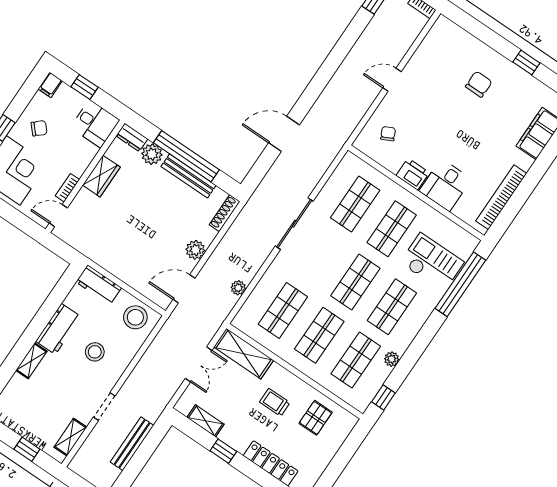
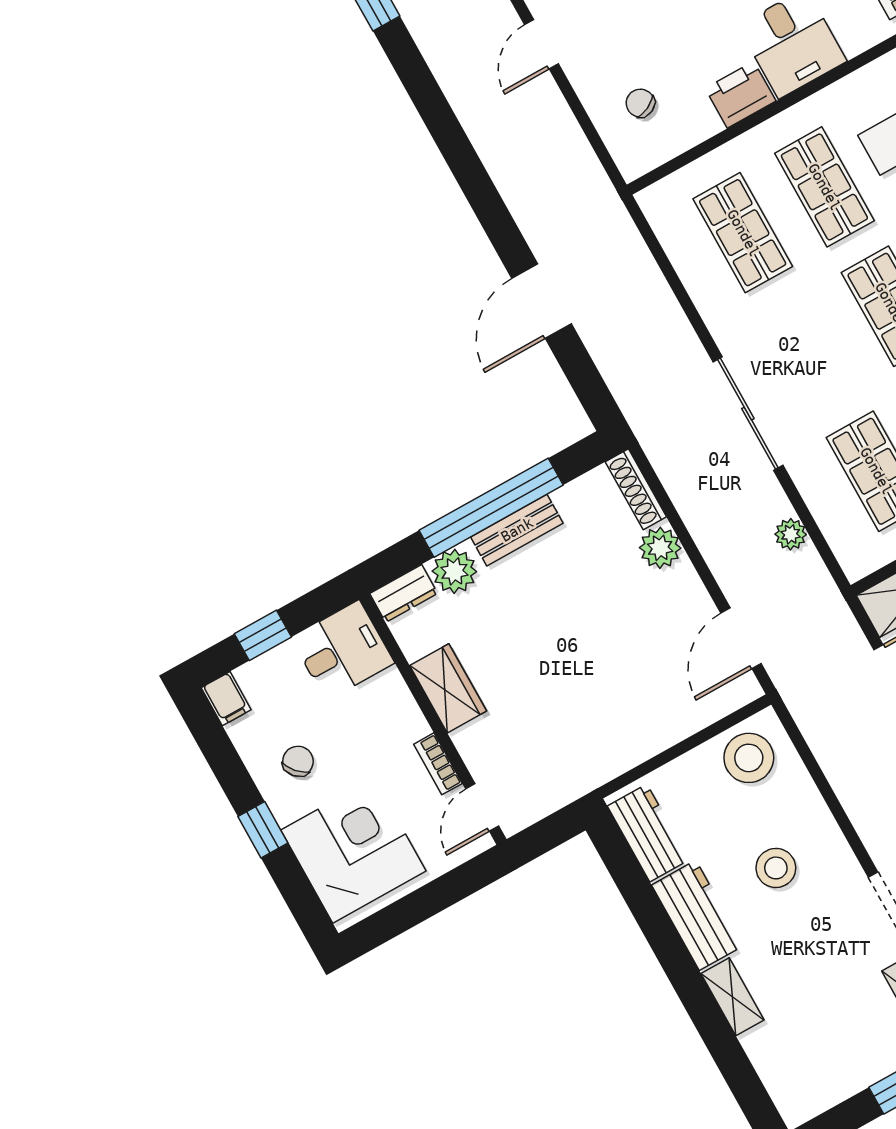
bench: (189, 176) -> (517, 530), width x0.73
sliding door: (294, 224) -> (748, 414), moved
plant: (195, 250) -> (660, 548), moved
workbench: (99, 285) -> (648, 833), moved, turned -90

